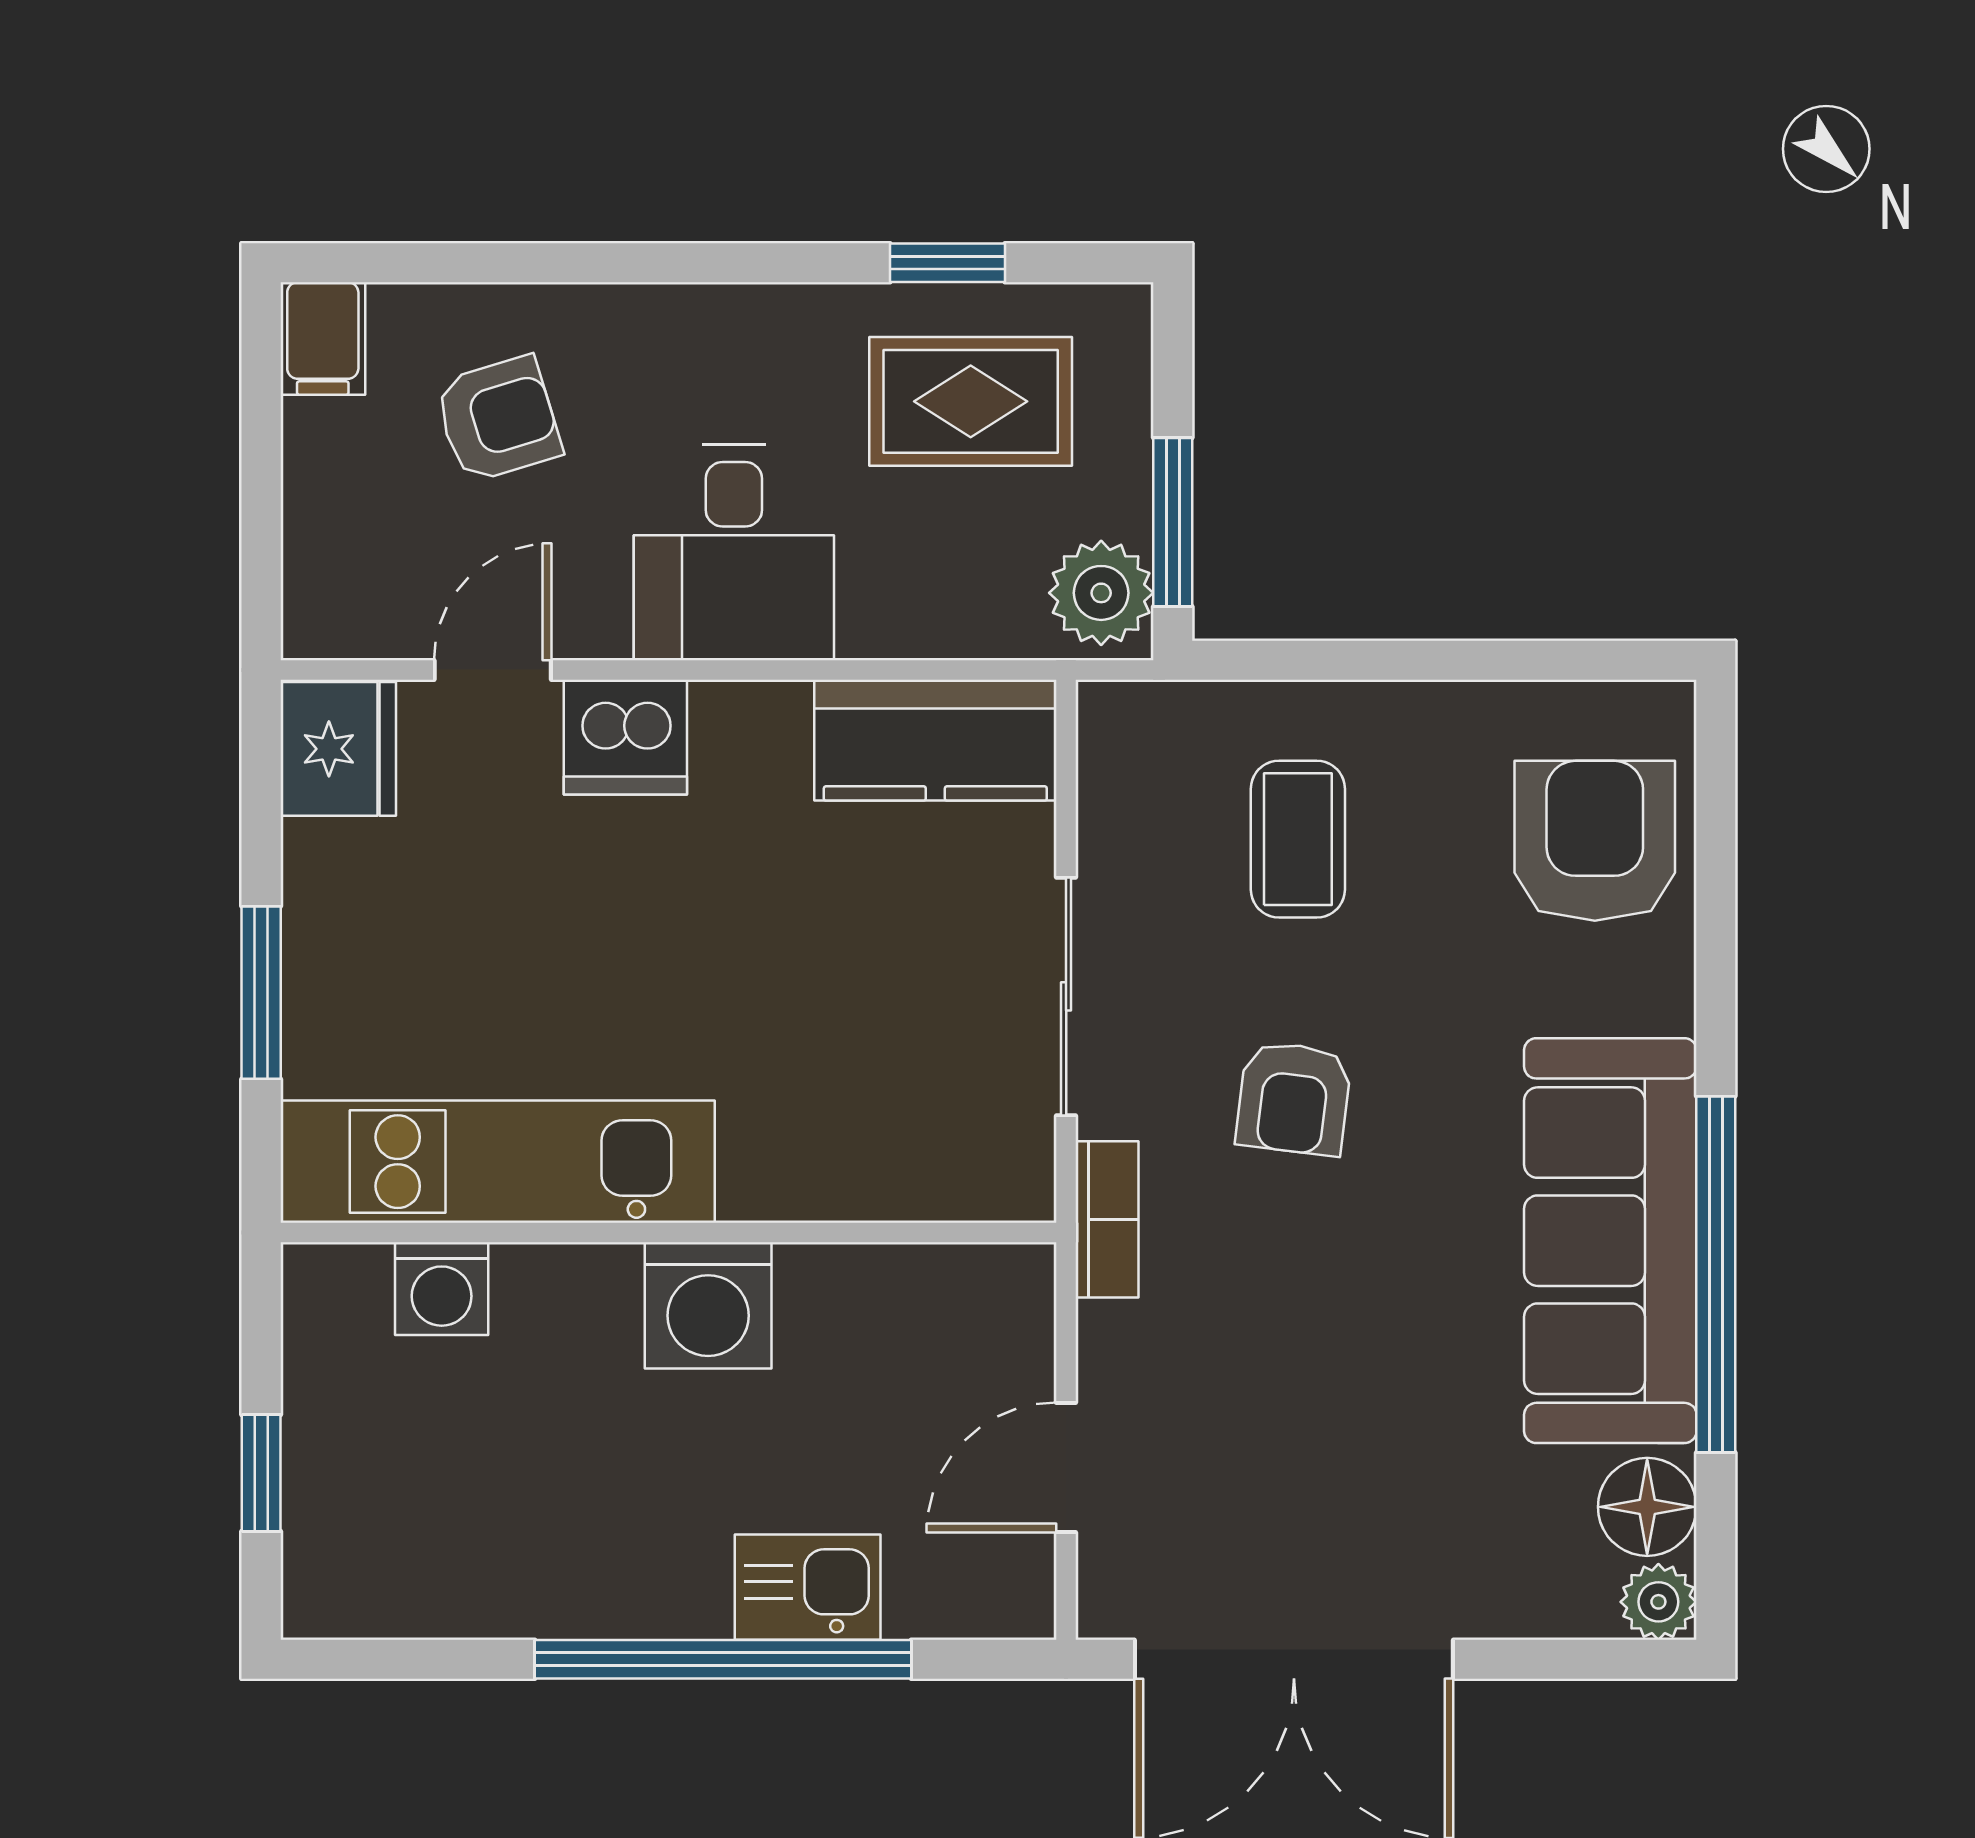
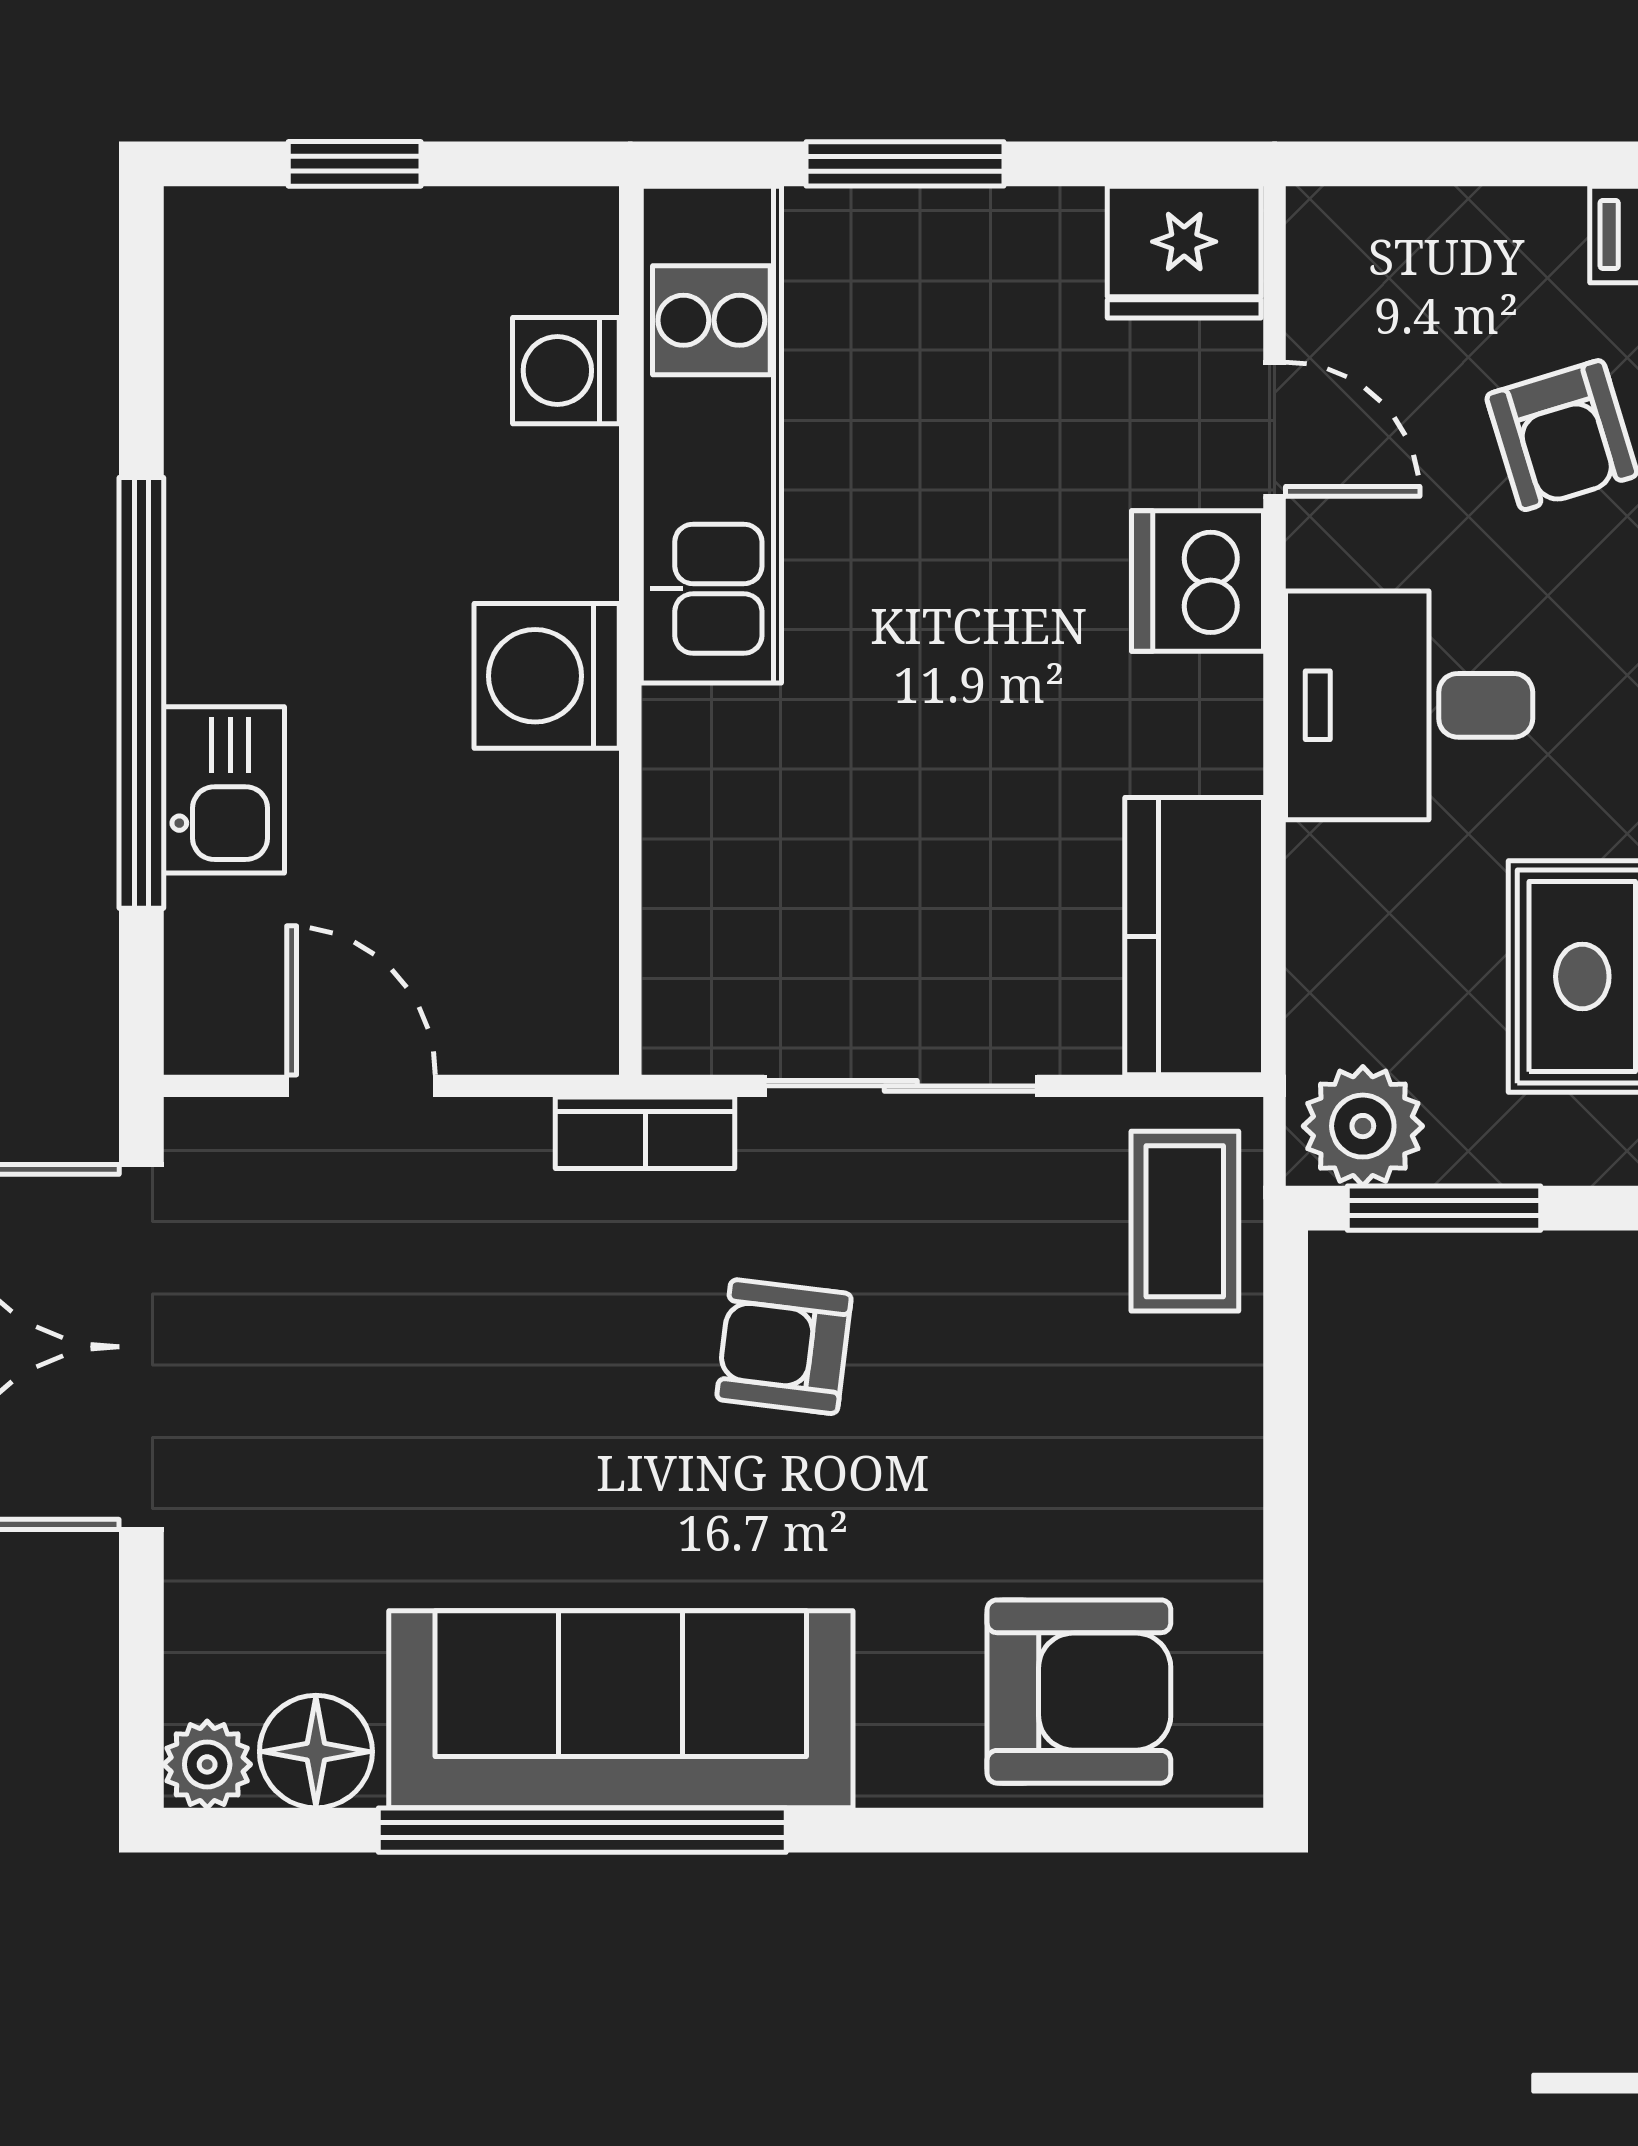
coffee table: (1298, 839) -> (1185, 1221), moved, turned 90

